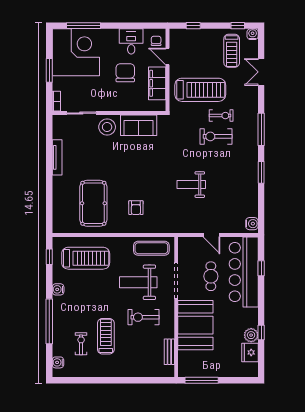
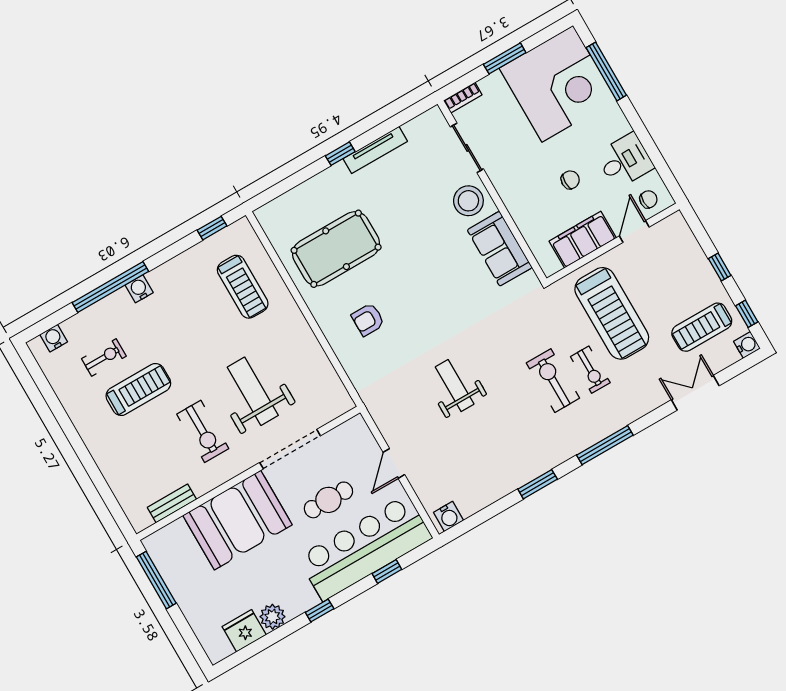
window: (193, 26) -> (720, 267), moved
chair: (125, 73) -> (570, 180), width x0.54, depth x0.54
window: (49, 175) -> (340, 154), added
exercise mat: (151, 248) -> (318, 381), removed
treadmill: (86, 258) -> (243, 287), width x0.73, depth x0.73
water cooler: (58, 289) -> (139, 289), moved
exercise bike: (144, 317) -> (203, 431), turned 180
window: (261, 332) -> (320, 611), moved

